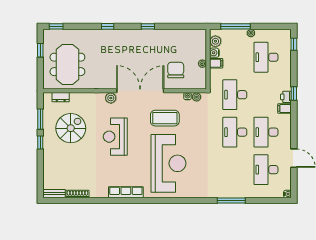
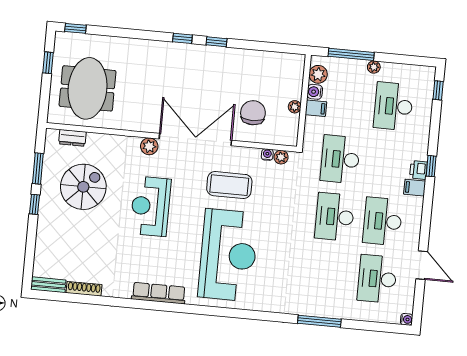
window: (108, 26) -> (182, 38), moved

